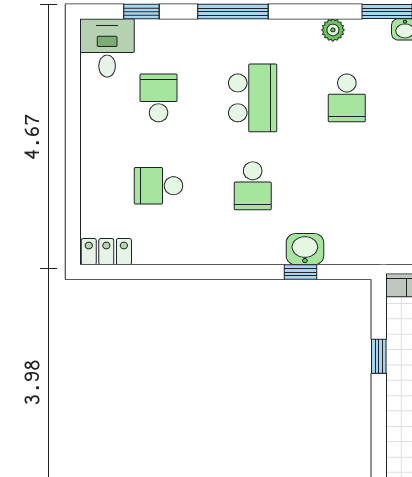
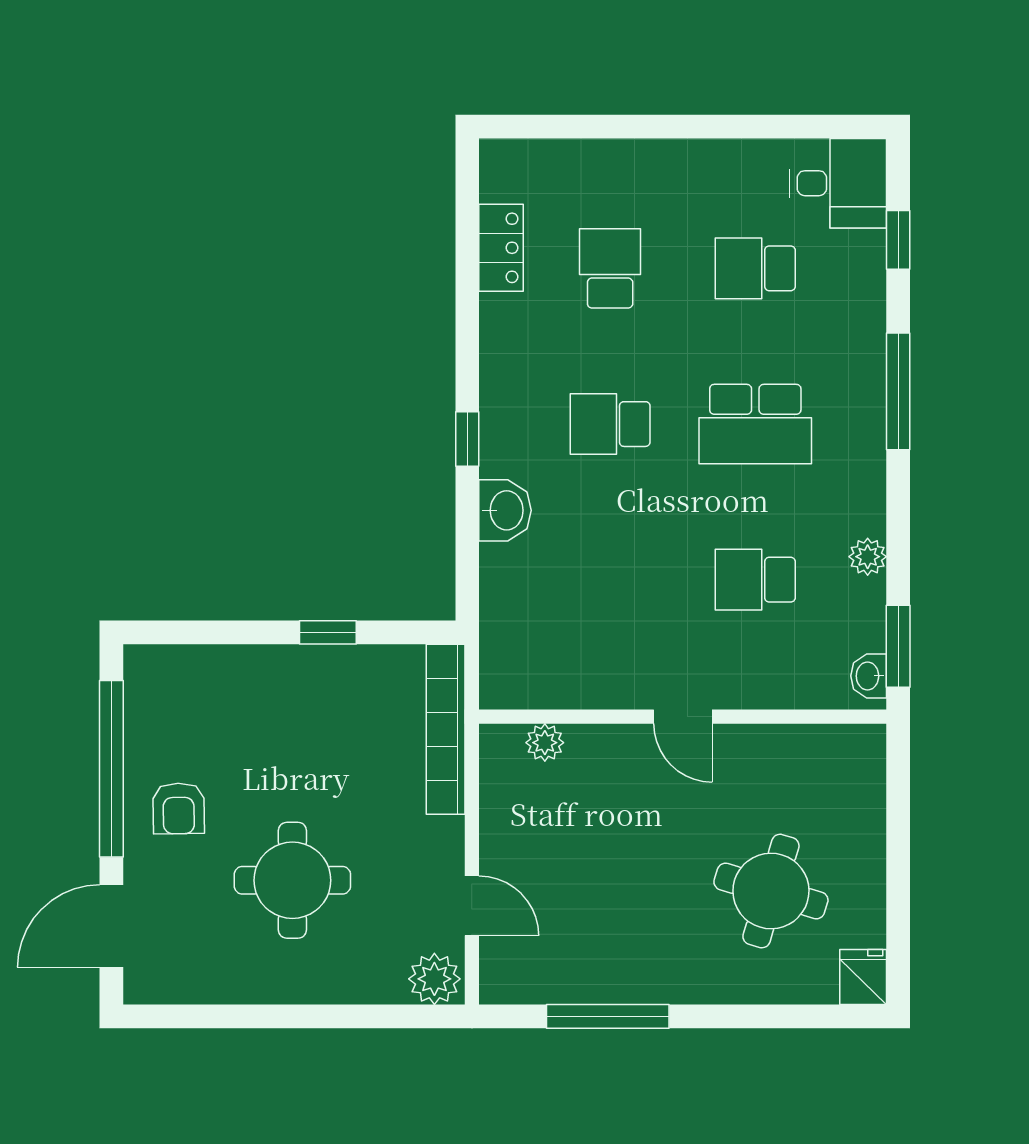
school desk: (159, 98) -> (755, 268), turned 180
locker: (106, 252) -> (501, 248), moved
window: (300, 272) -> (467, 439), moved

